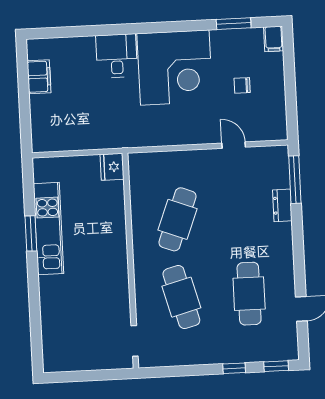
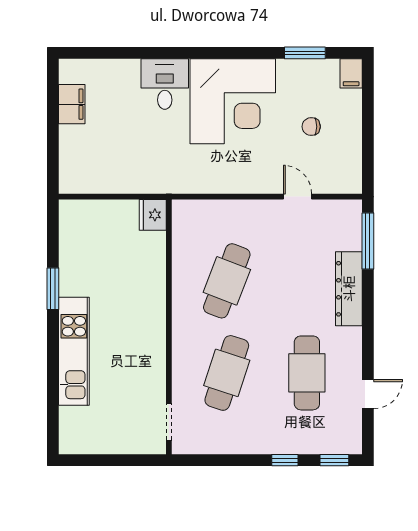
dresser: (282, 205) -> (349, 289), width x1.96, depth x1.24
kitchen unit: (49, 229) -> (74, 351), moved
cafe table: (181, 297) -> (227, 373), turned 33

